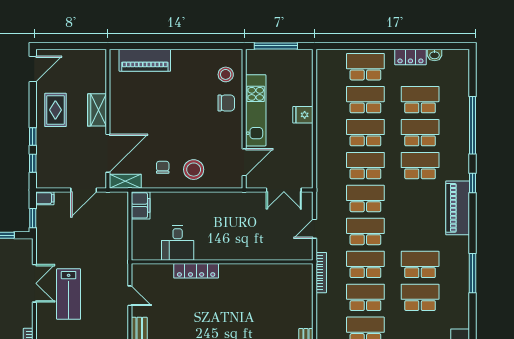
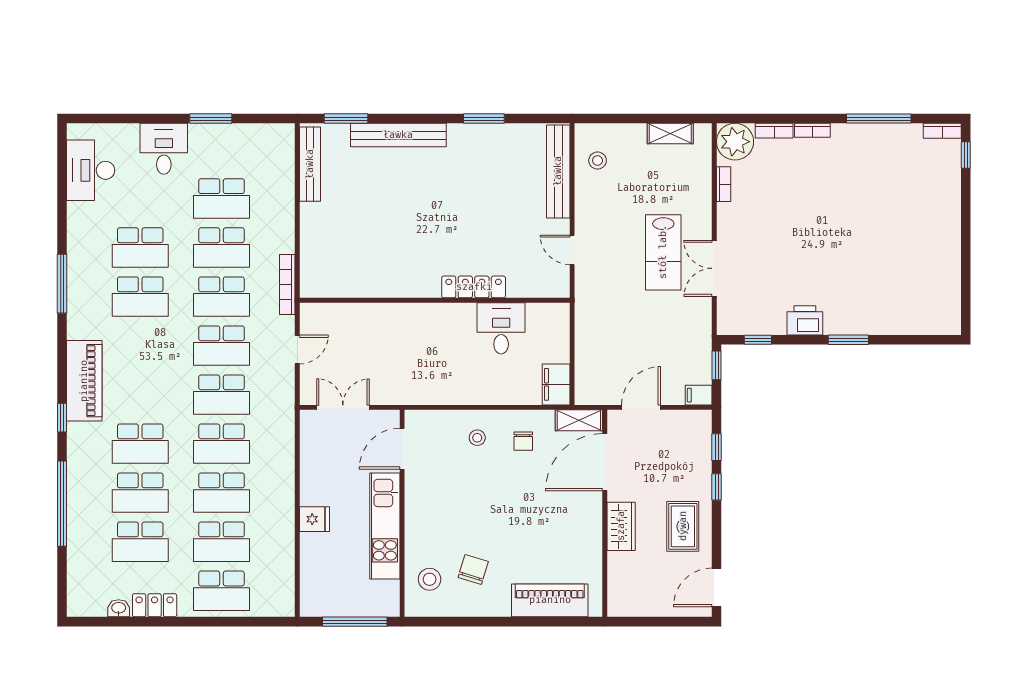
chair: (226, 103) -> (473, 569), moved, turned 107
stool: (194, 170) -> (477, 438), width x0.53, depth x0.53
lab bench: (69, 294) -> (663, 252), turned 180

